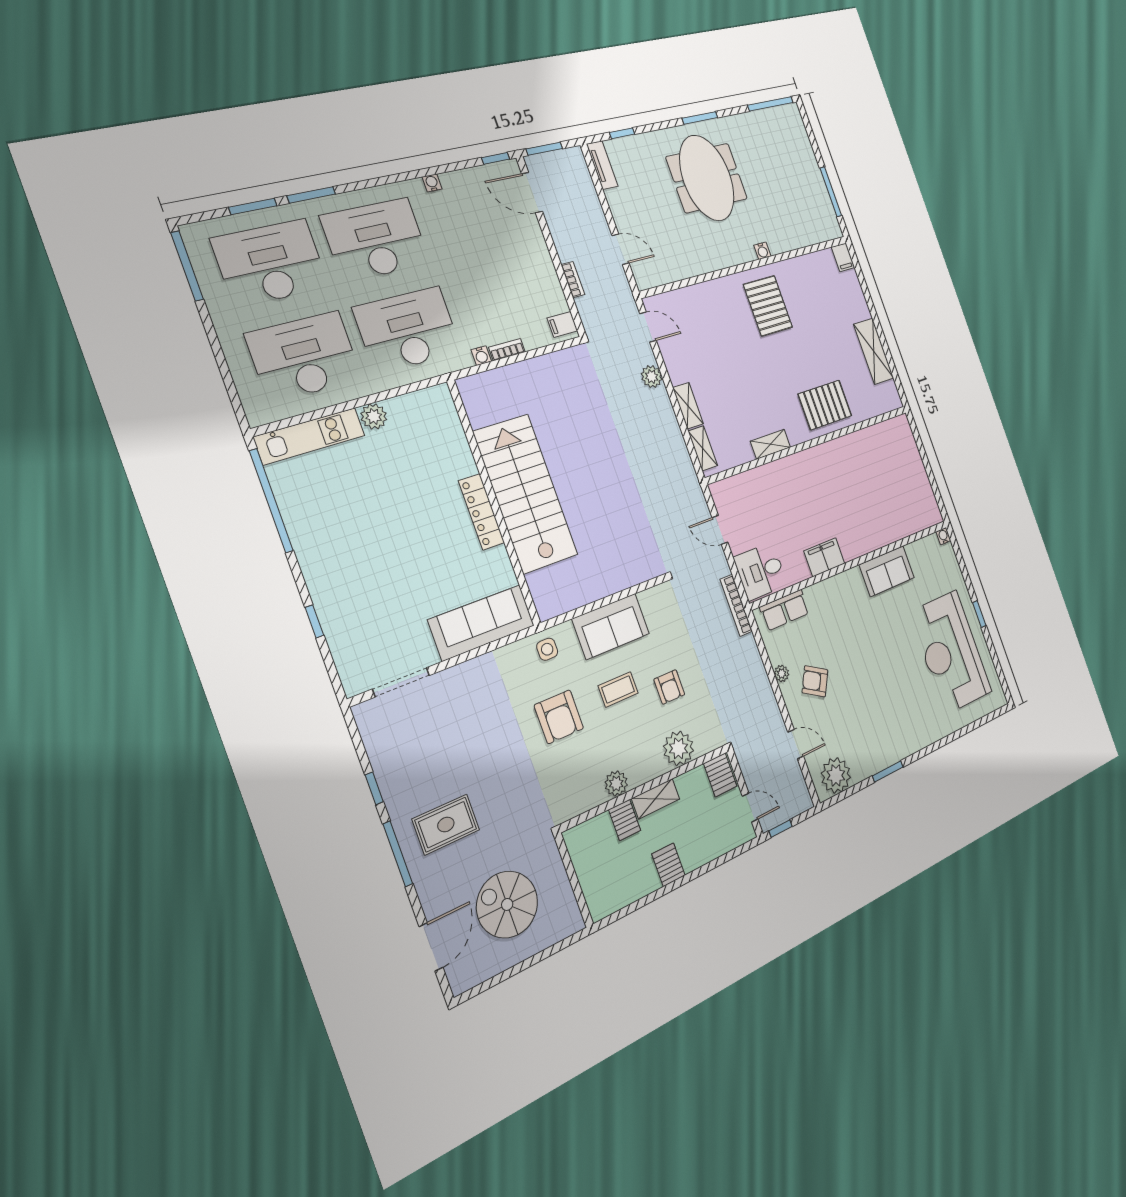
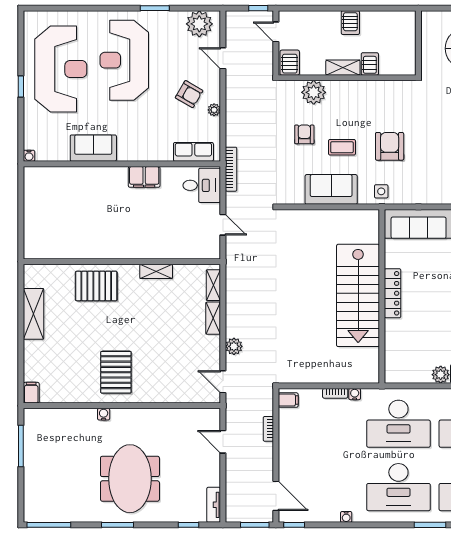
reception desk: (895, 692) -> (124, 60), added
plant: (616, 784) -> (367, 89), removed

